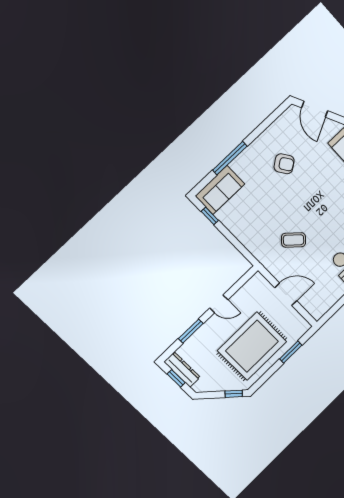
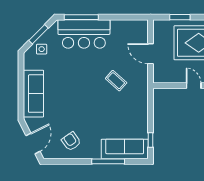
armchair: (284, 164) -> (71, 141), moved
sofa: (220, 190) -> (125, 149), width x1.36

